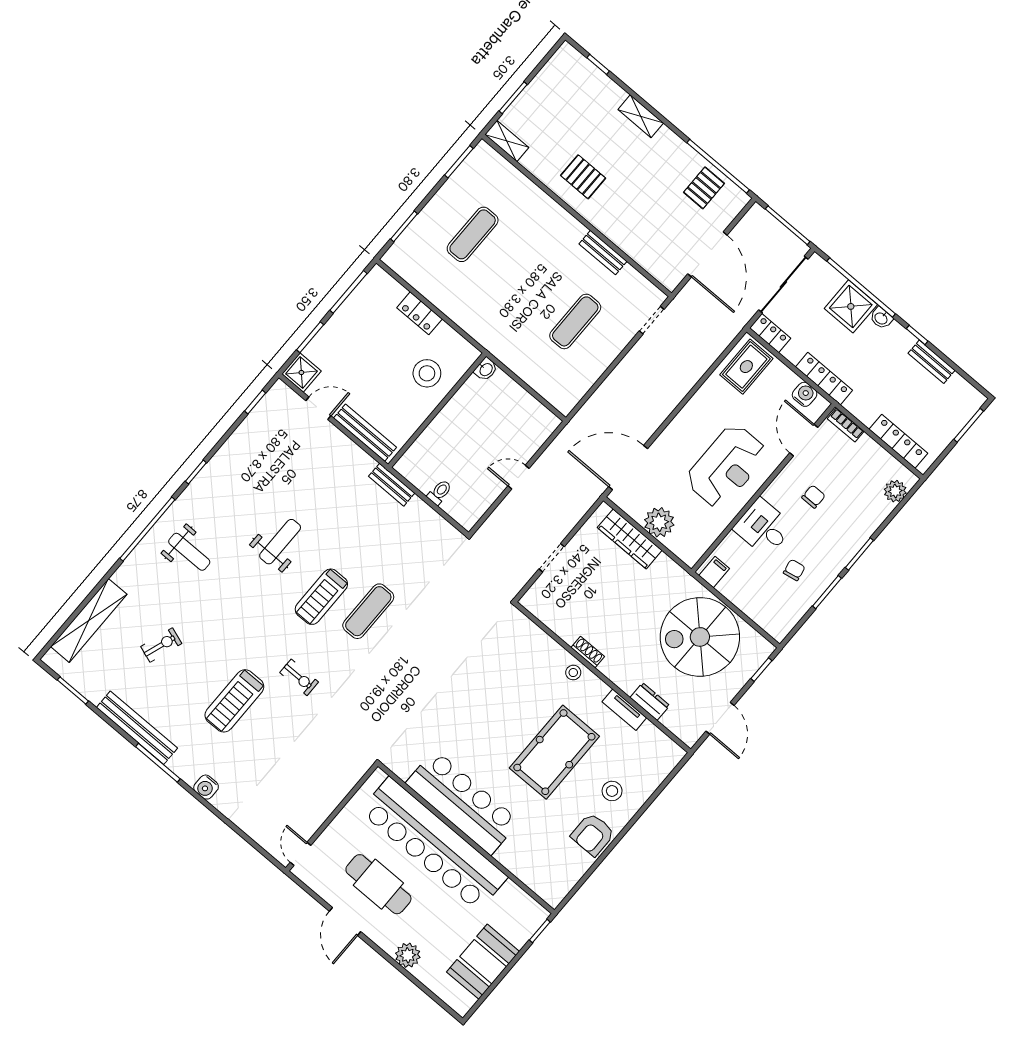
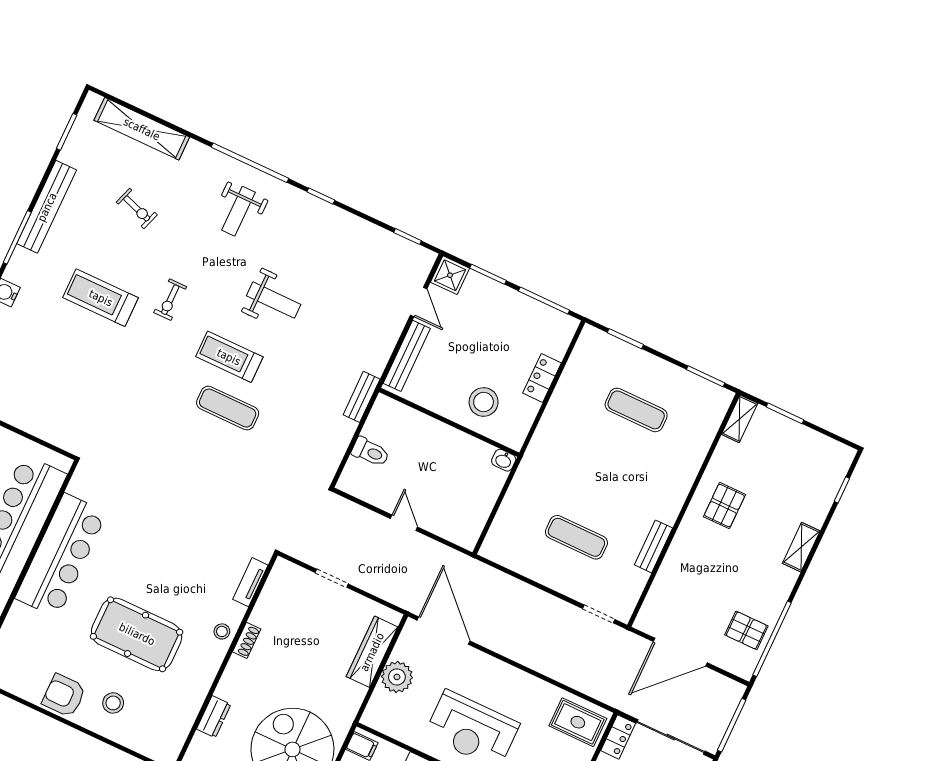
toilet: (440, 492) -> (370, 452), width x1.37, depth x1.39
exercise bike: (299, 677) -> (170, 300), moved
tv unit: (624, 710) -> (250, 582), moved

